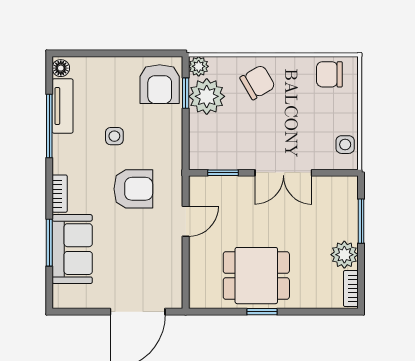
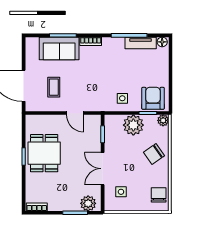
chair: (258, 82) -> (154, 154), turned 85
armchair: (160, 84) -> (153, 98), turned 90
plant: (207, 96) -> (133, 125), moved
side table: (114, 136) -> (122, 98), moved
side table: (345, 145) -> (121, 192), moved
armchair: (133, 189) -> (93, 83), removed
plant: (344, 255) -> (88, 203), moved
coffee table: (140, 259) -> (54, 87), added

